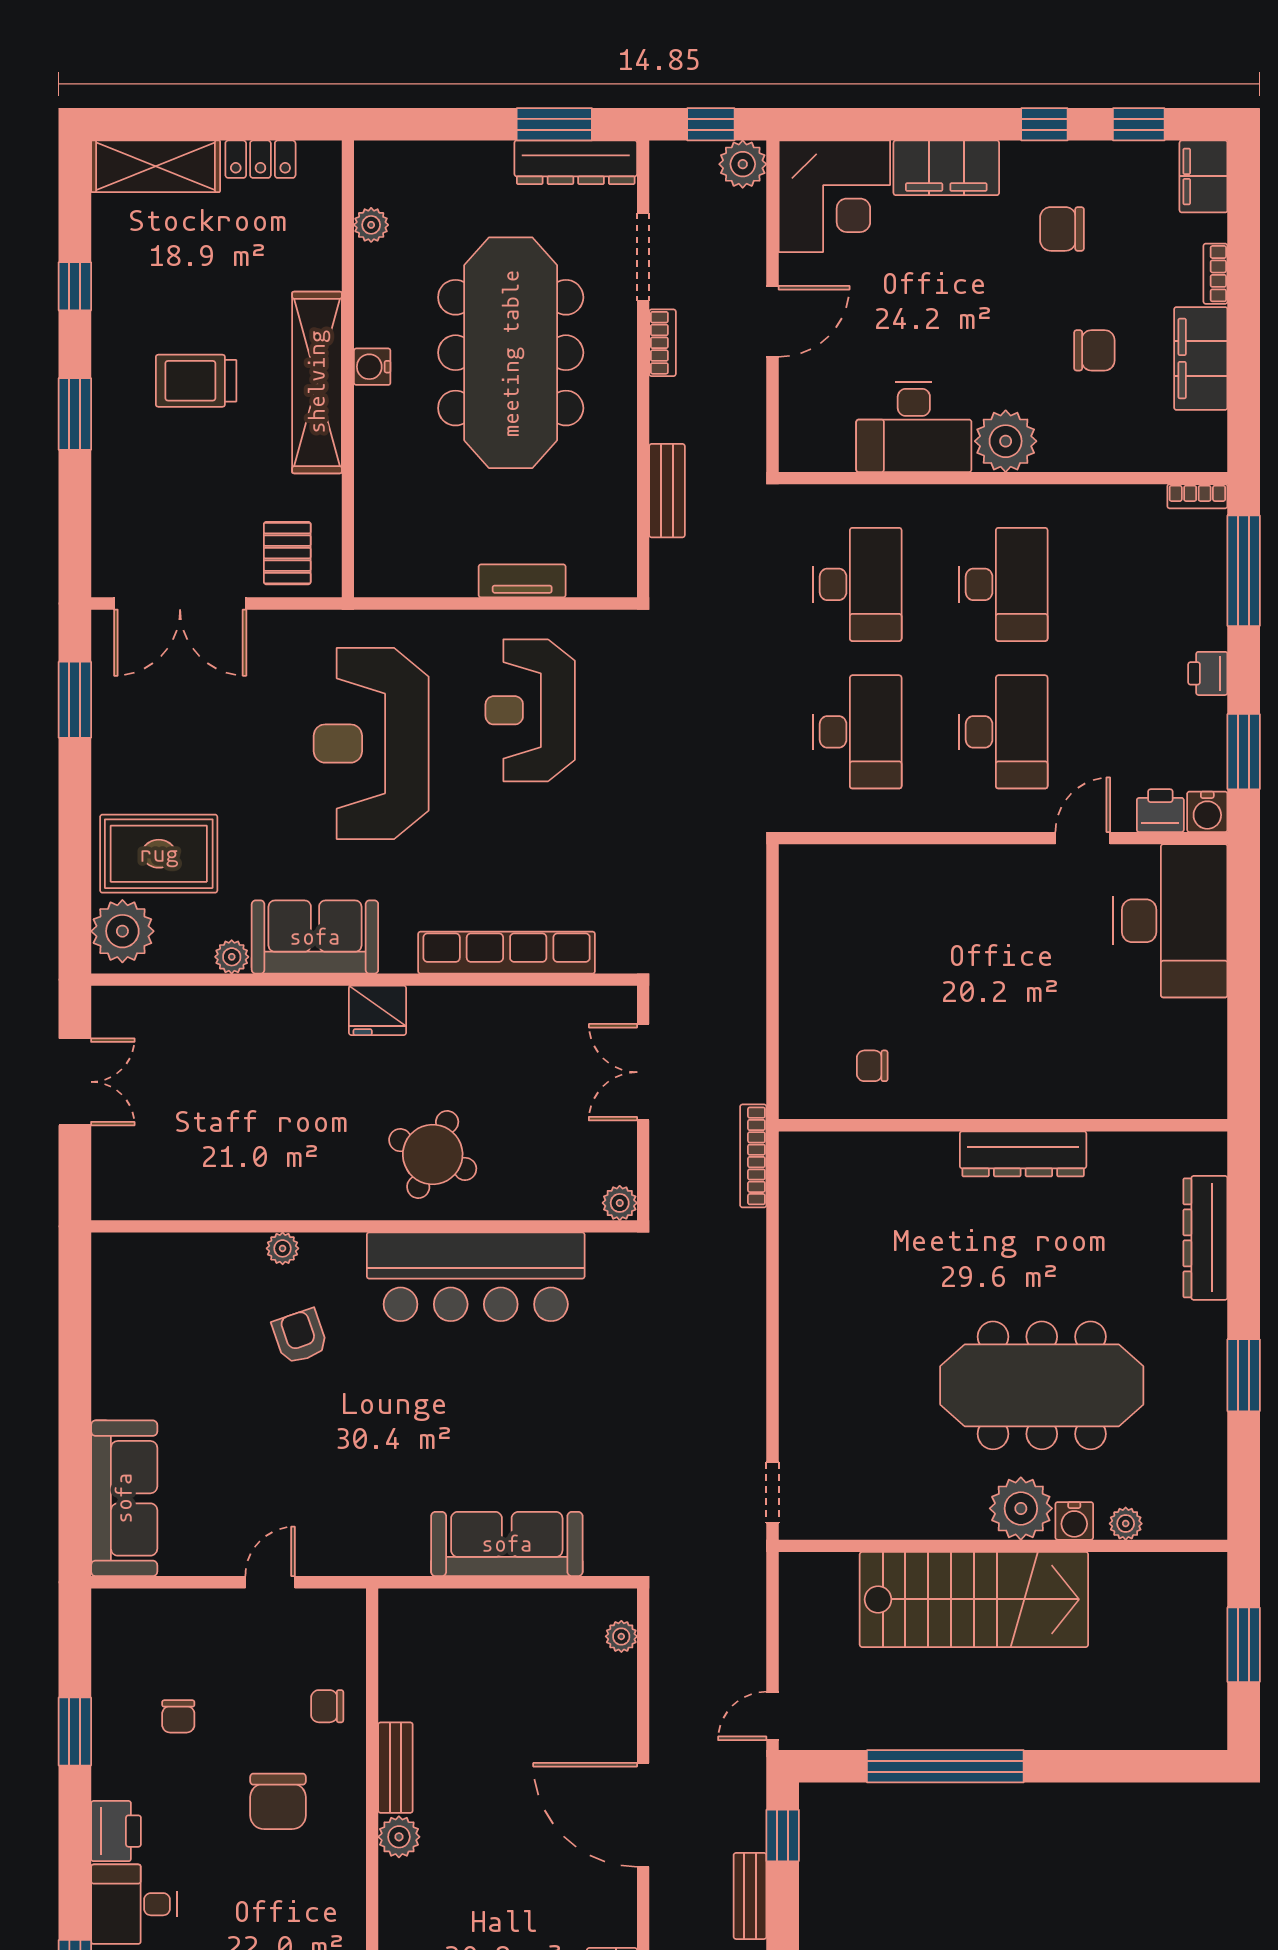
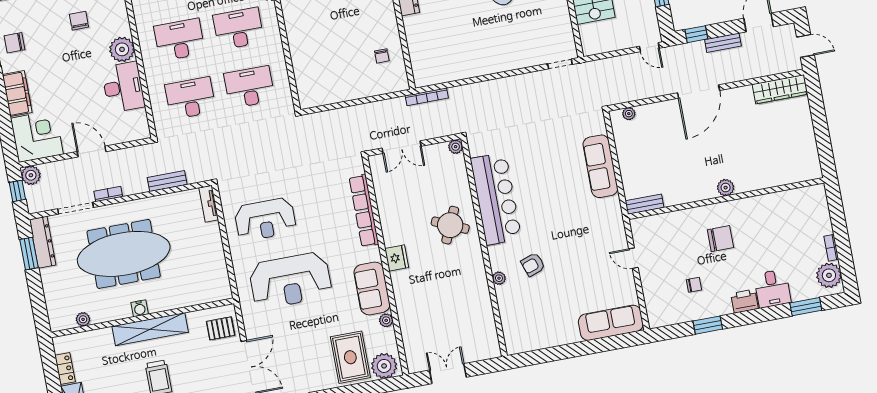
chair: (1062, 229) -> (15, 43), moved, turned 90
tv unit: (522, 581) -> (209, 204), moved
chair: (327, 1706) -> (679, 226), removed
bench: (395, 1768) -> (645, 204), moved

